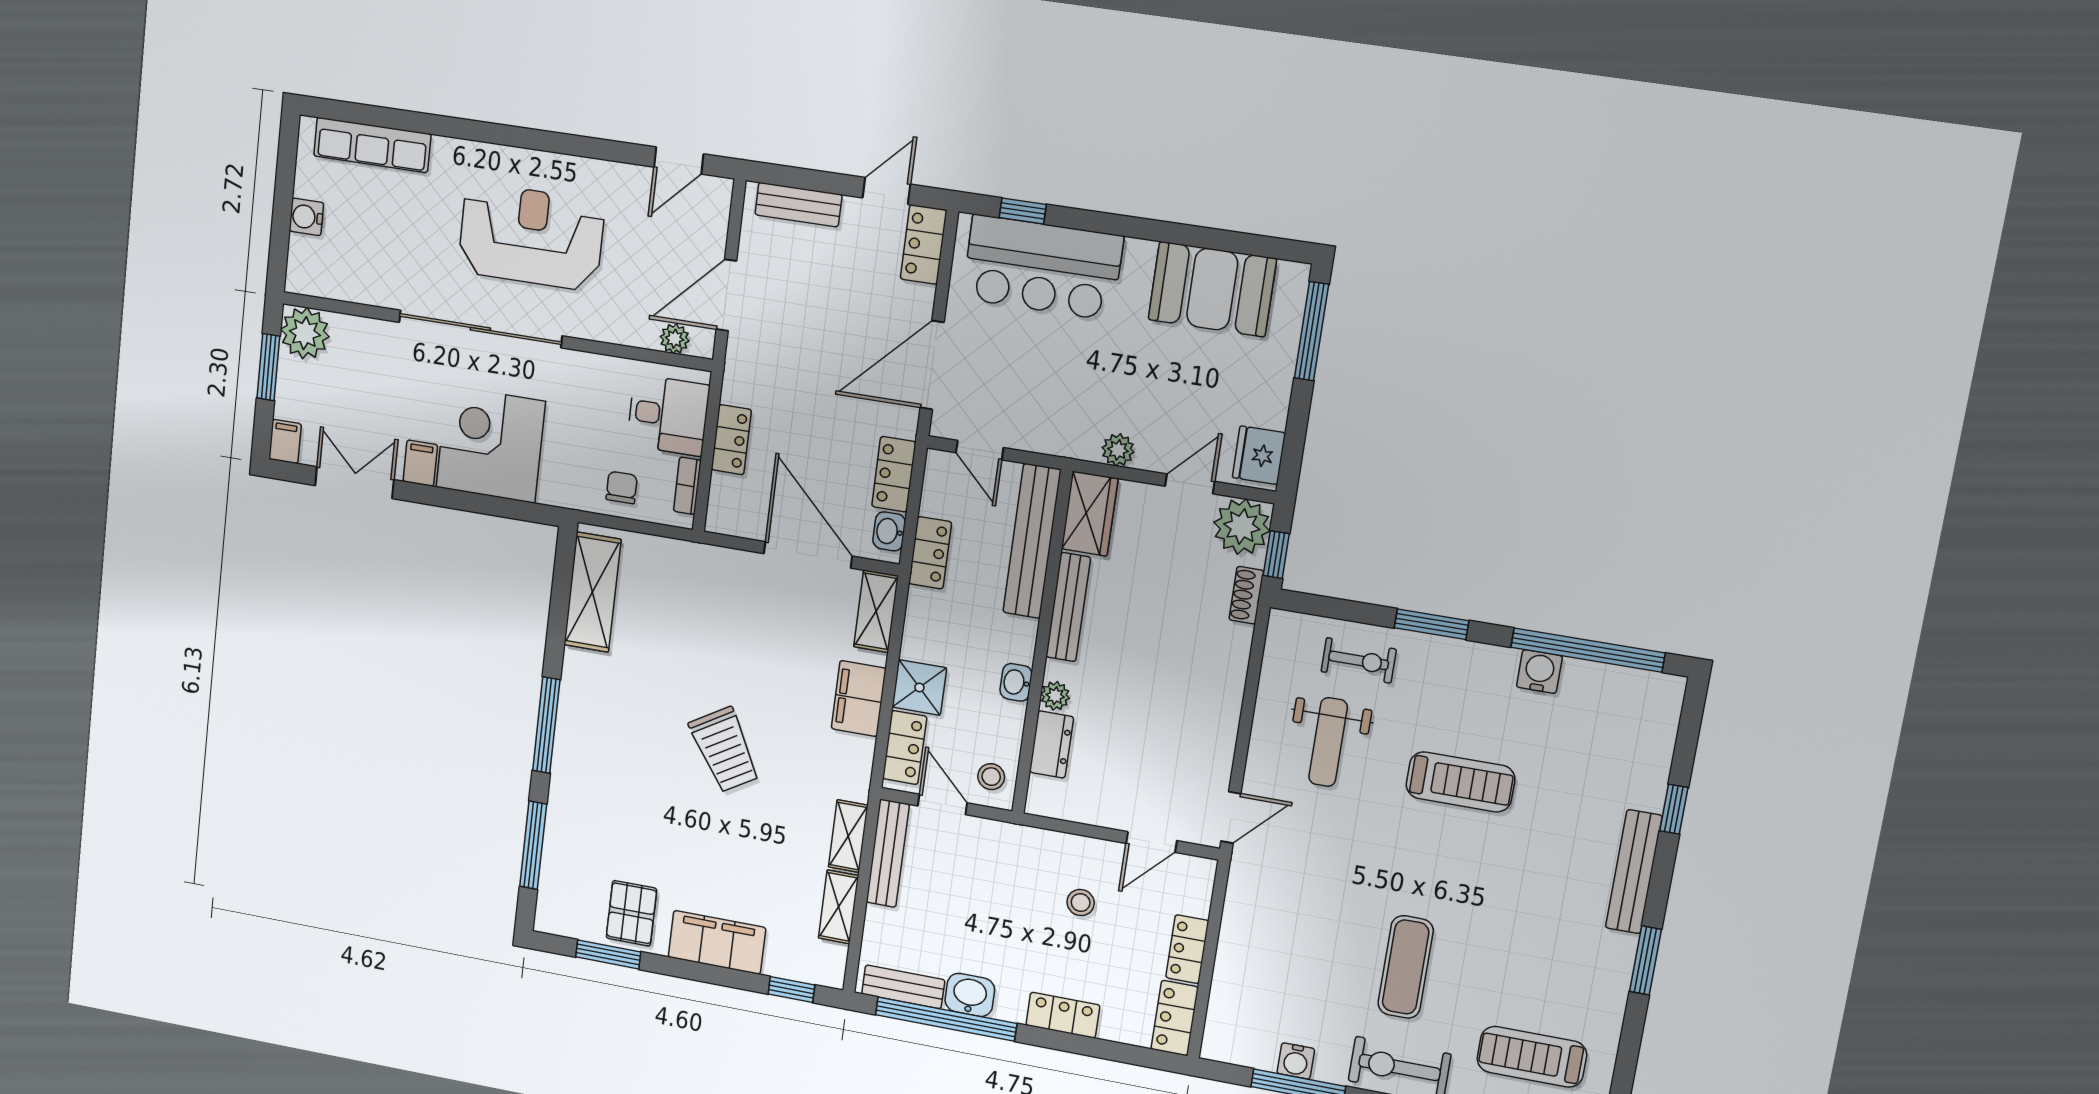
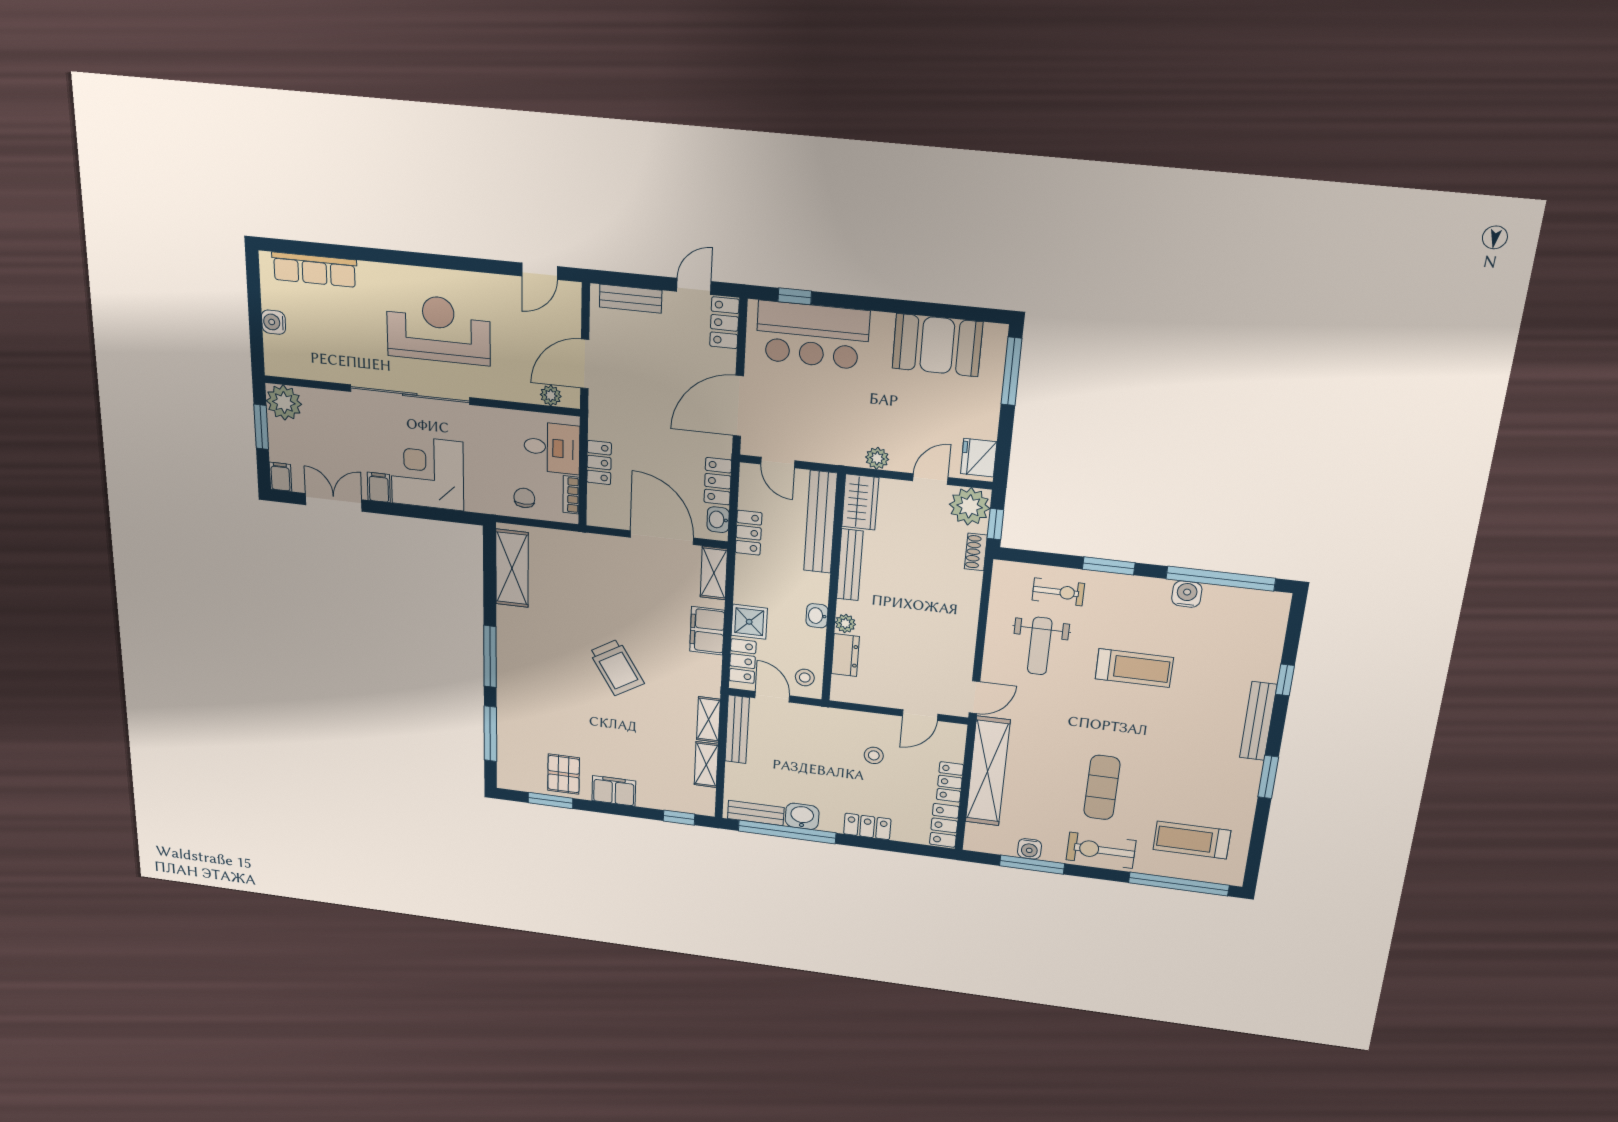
shelving: (1243, 934) -> (988, 771), added
filing cabinet: (717, 942) -> (614, 791), width x0.67, depth x0.86

